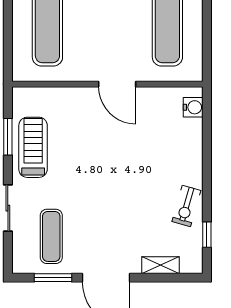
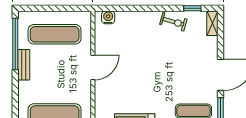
shelving: (160, 265) -> (212, 23), moved

